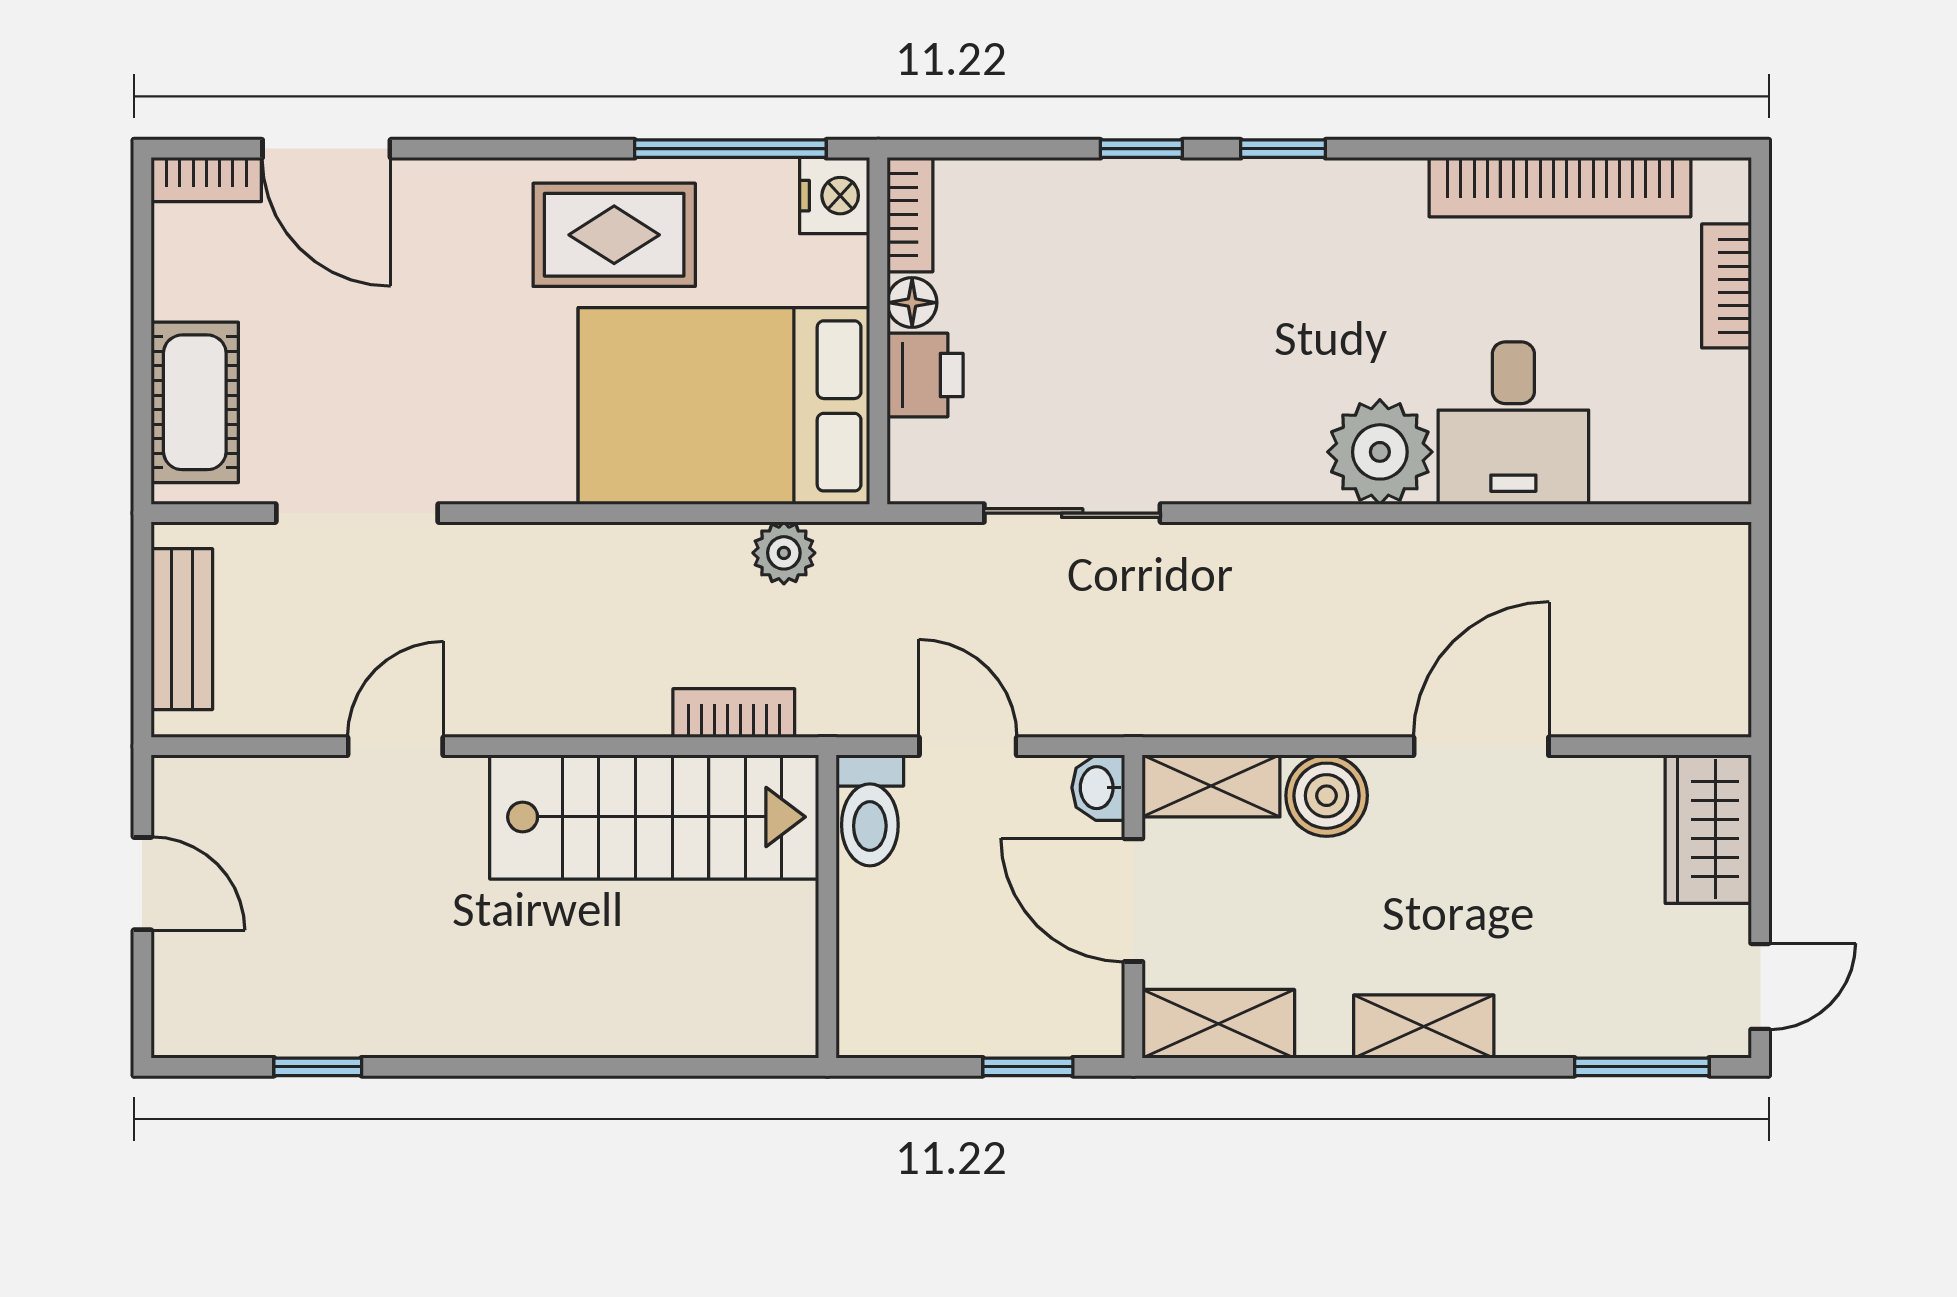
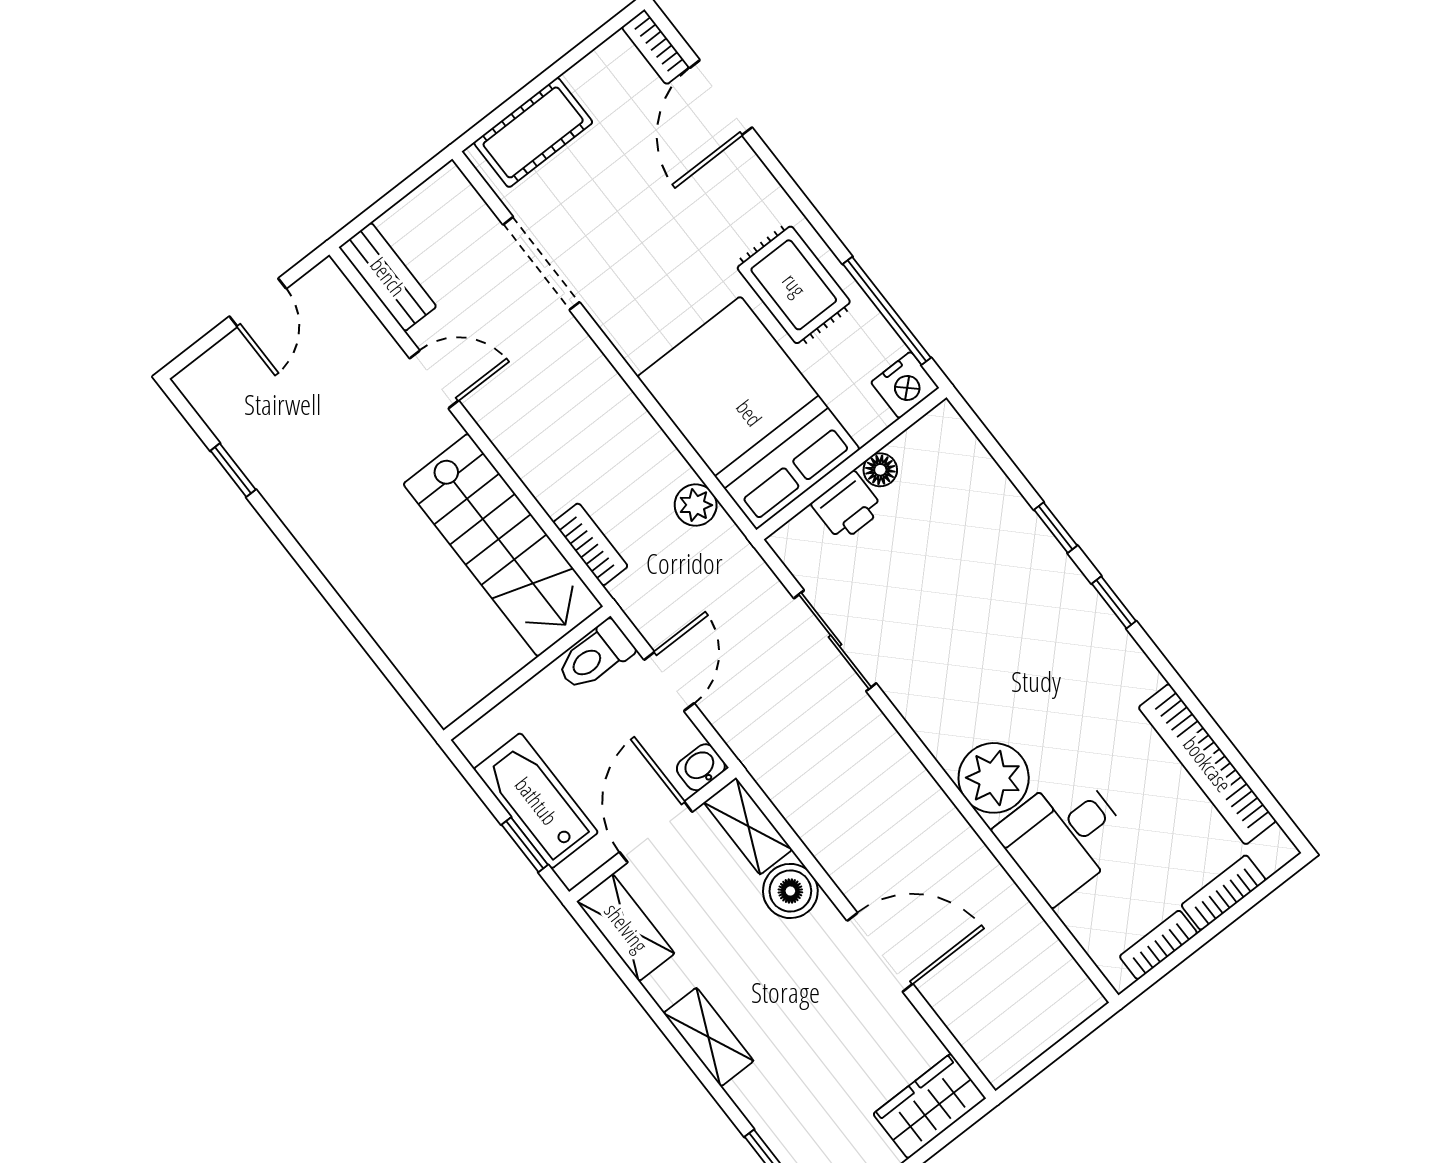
bookcase: (910, 215) -> (1158, 945), moved, turned 180
bench: (182, 629) -> (388, 277), moved, turned 90
bathtub: (986, 1013) -> (536, 801), added

